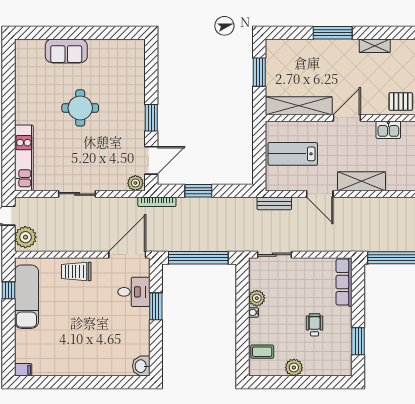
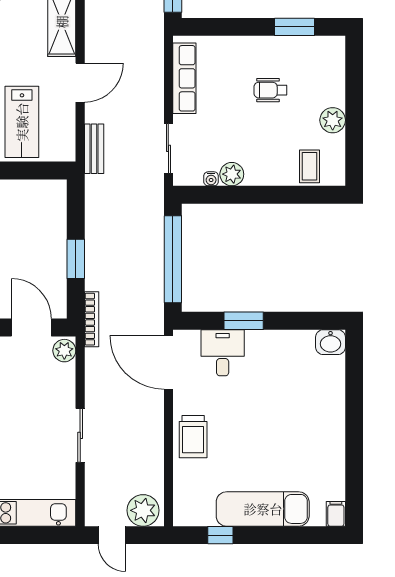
row of seats: (344, 282) -> (184, 78), moved, turned -90
exam couch: (26, 297) -> (263, 509), moved
water cooler: (254, 312) -> (211, 179), moved

